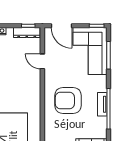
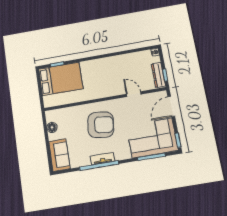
door: (42, 61) -> (134, 94), hinge flipped
armchair: (68, 100) -> (101, 125), turned 97

